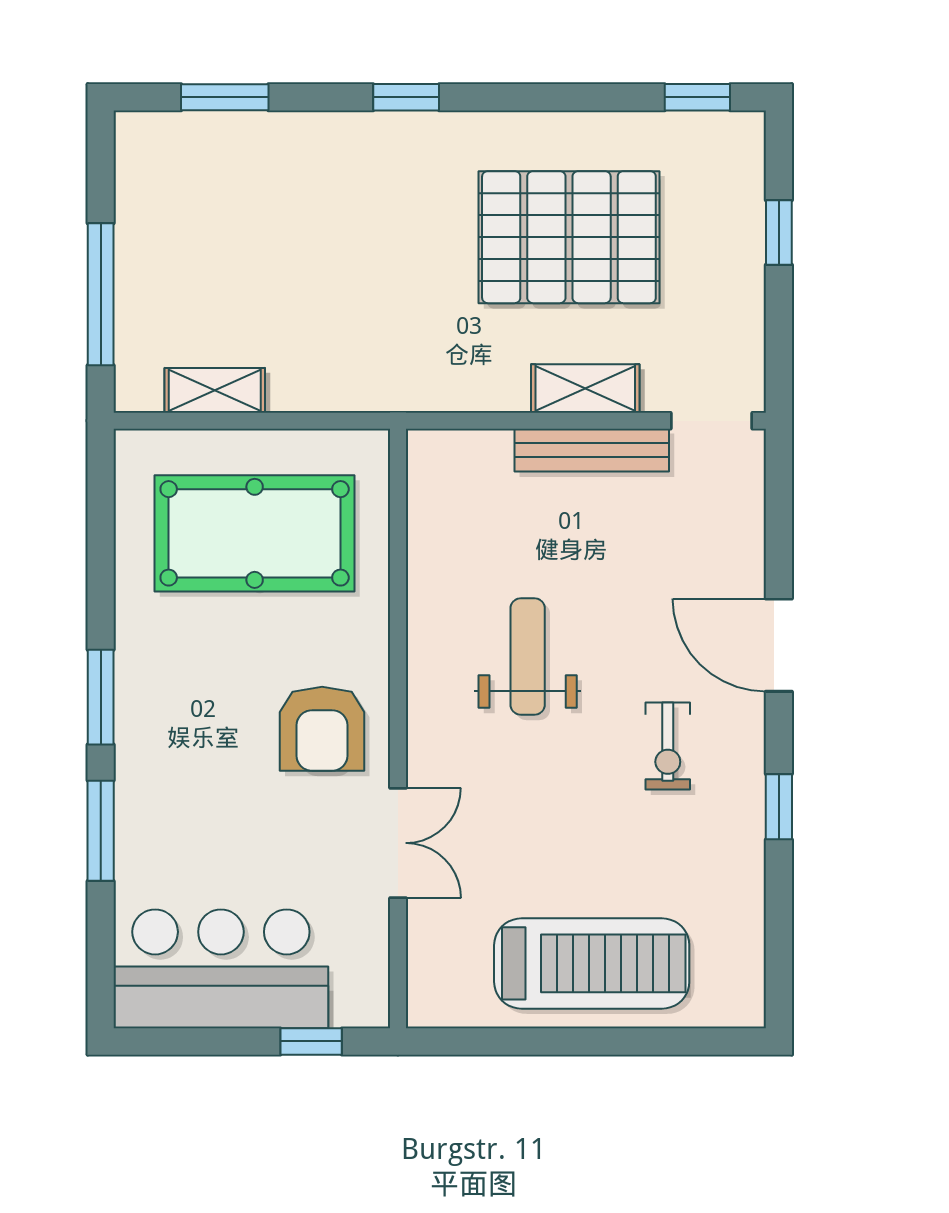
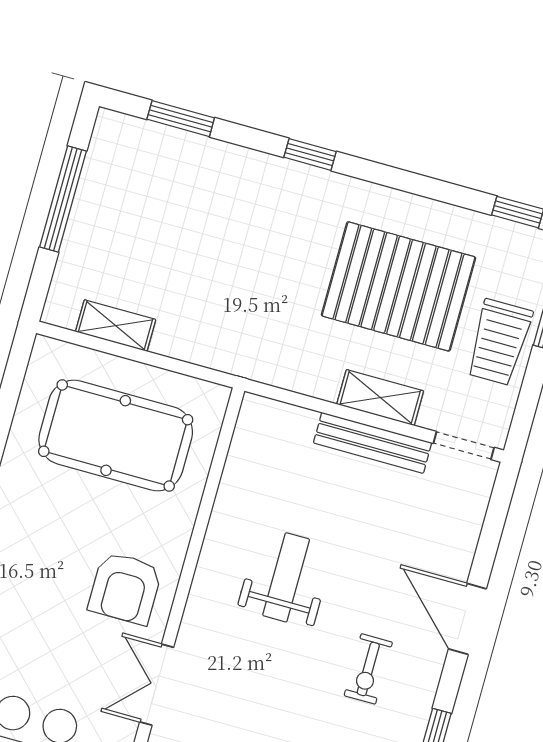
trolley: (720, 274) -> (499, 342), added
window: (101, 294) -> (63, 199), moved
double door: (398, 843) -> (157, 685), swing flipped

